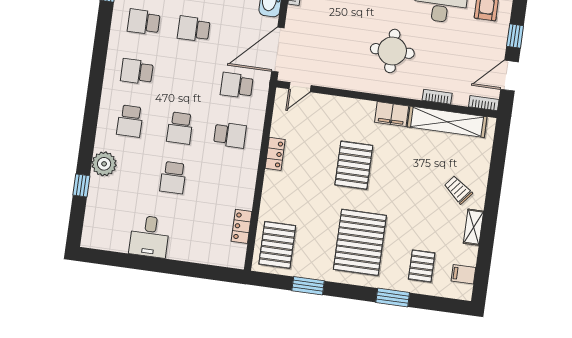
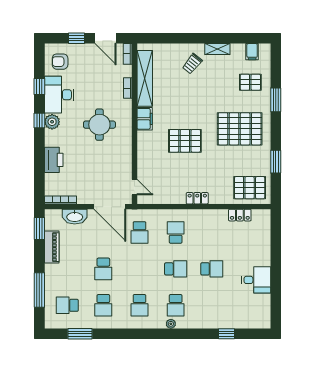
school desk: (130, 121) -> (176, 305), turned 90
locker: (275, 154) -> (197, 198), moved
plant: (104, 164) -> (171, 324), moved, width x0.53, depth x0.53

